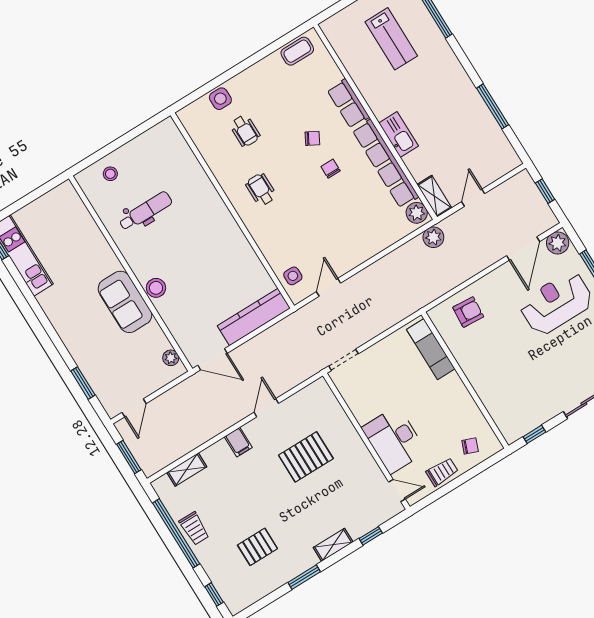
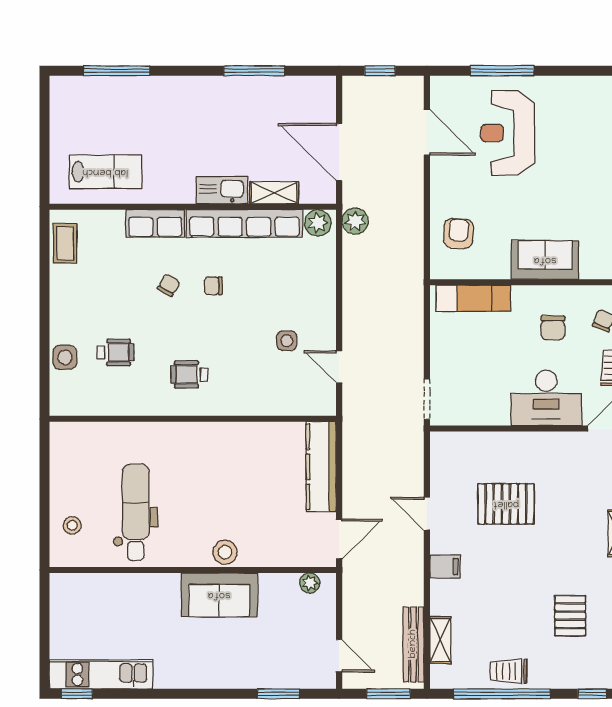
lab bench: (391, 39) -> (105, 172), moved
shelving: (434, 196) -> (274, 193), moved
door: (473, 198) -> (339, 152), width x1.88
dental chair: (146, 211) -> (136, 512), width x1.36, depth x1.38
plant: (558, 243) -> (444, 92), removed
side table: (293, 276) -> (287, 341), moved
sofa: (487, 381) -> (545, 260), added
chair: (444, 415) -> (553, 328), added
bench: (173, 453) -> (413, 644), added
pallet: (306, 457) -> (506, 504), turned 90
trolley: (194, 529) -> (508, 671), turned 180

